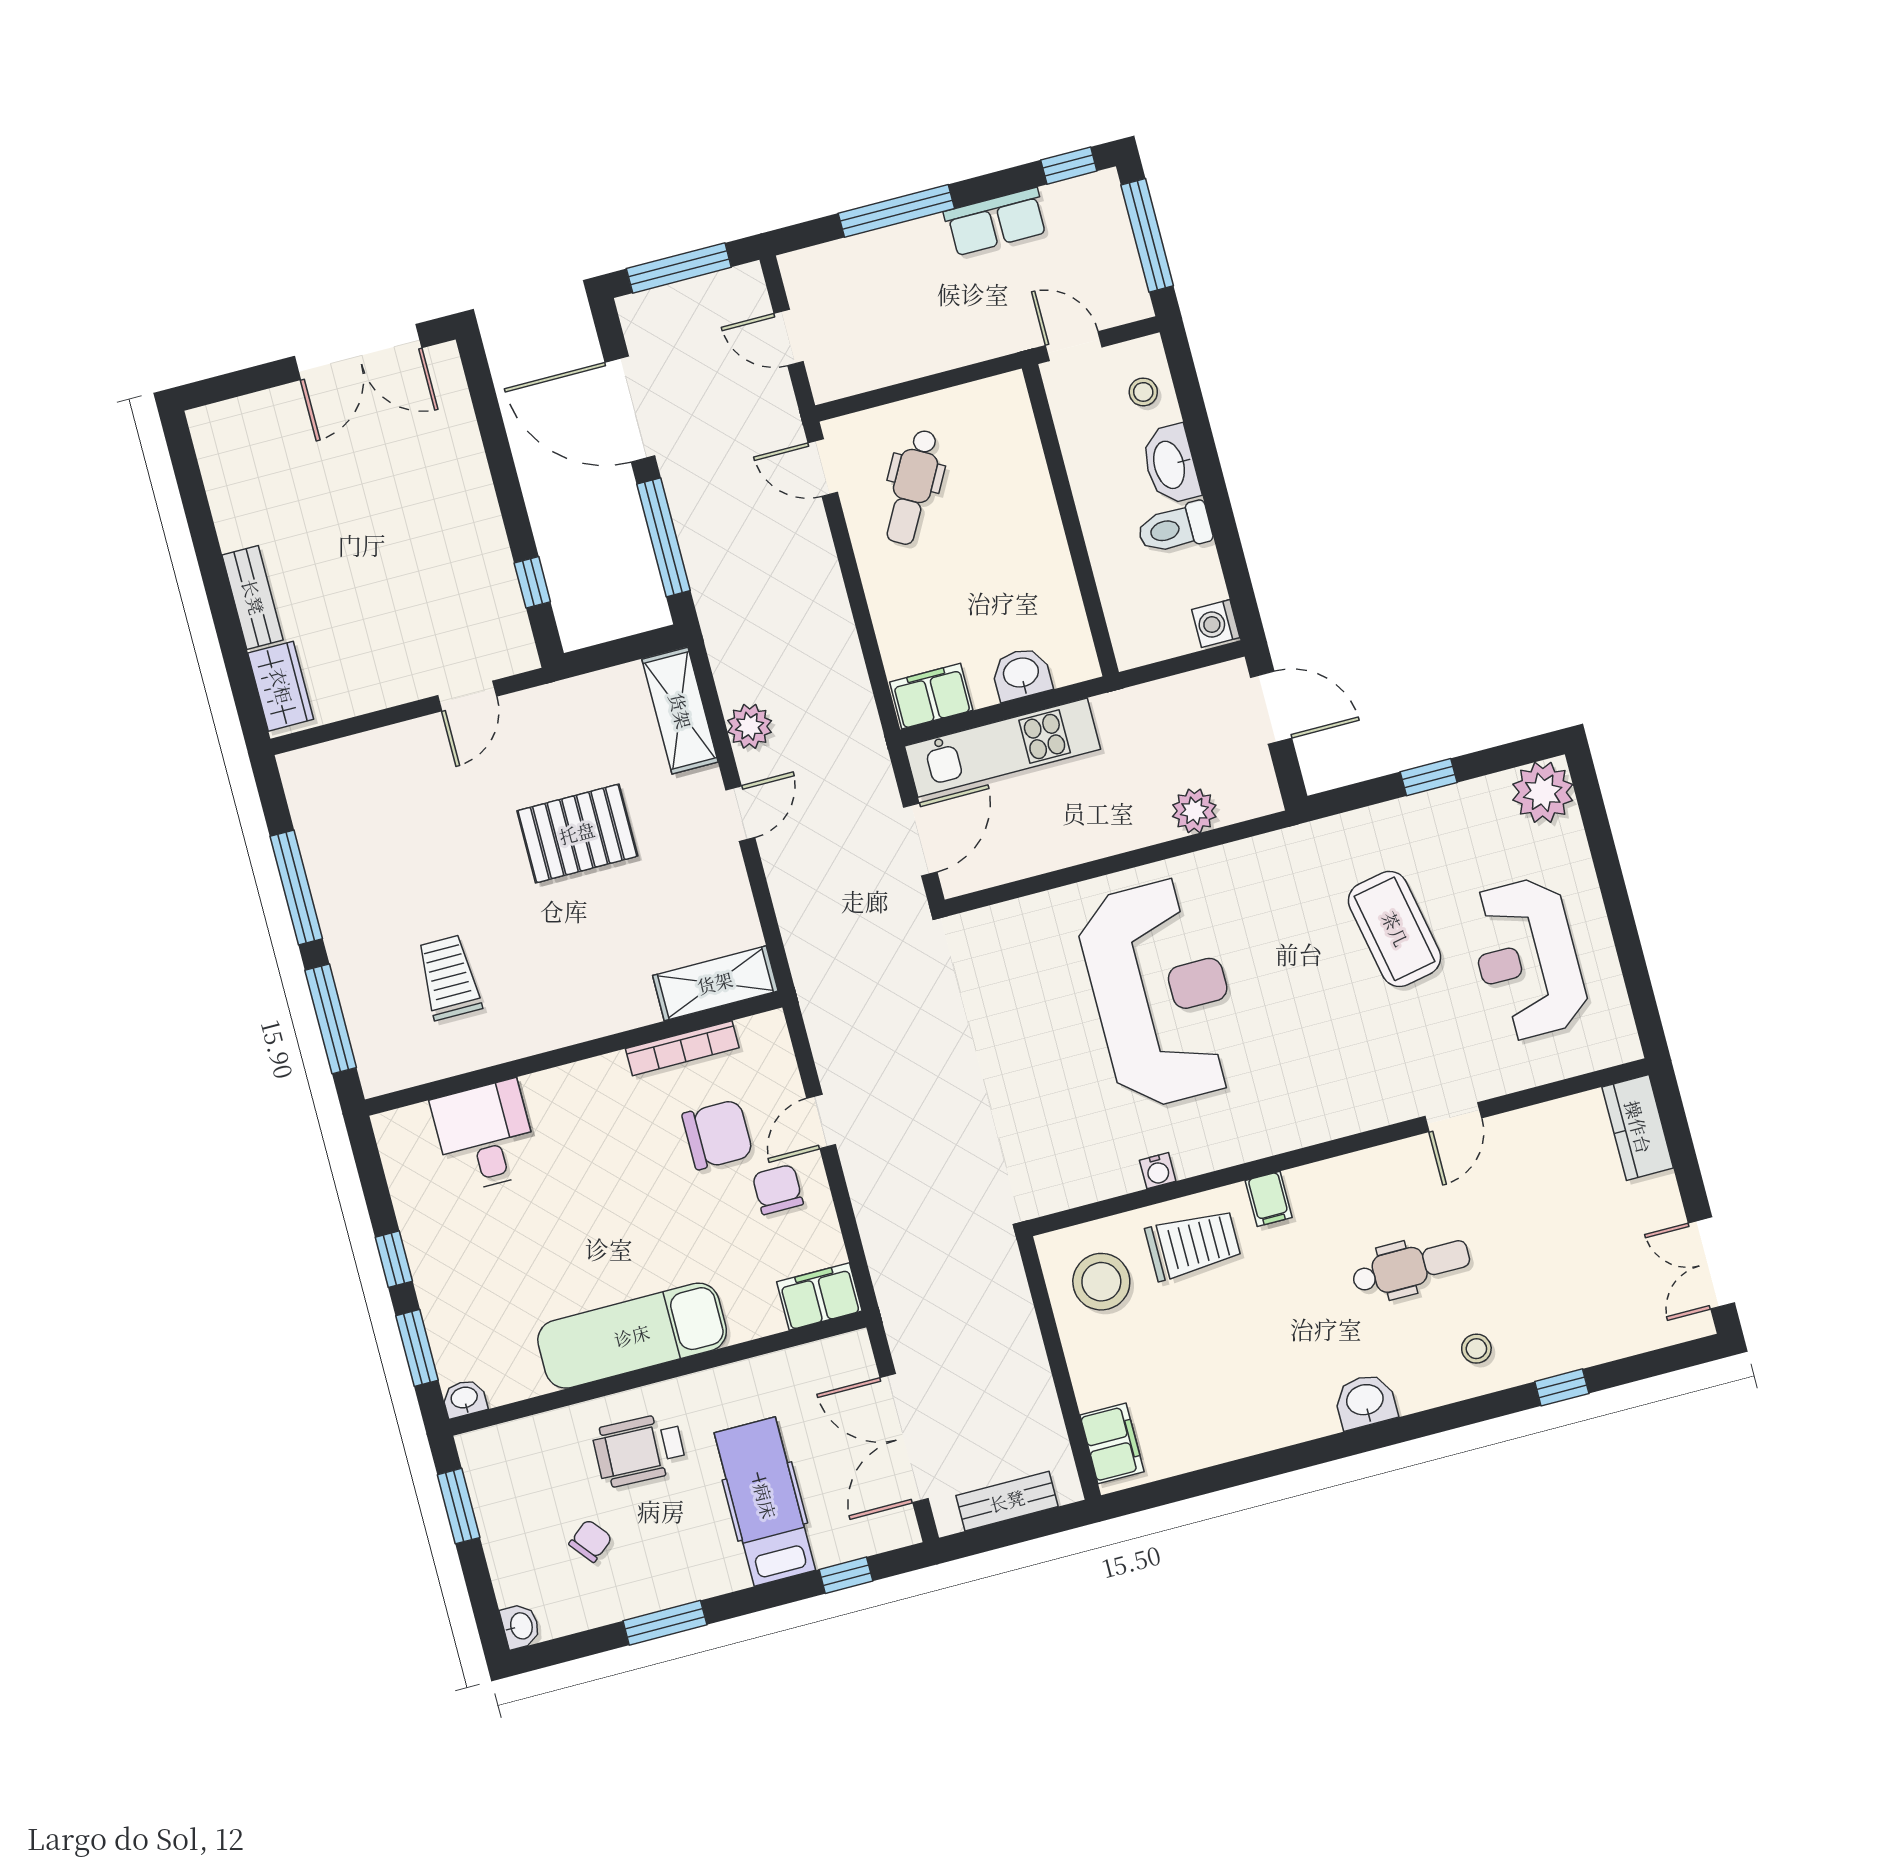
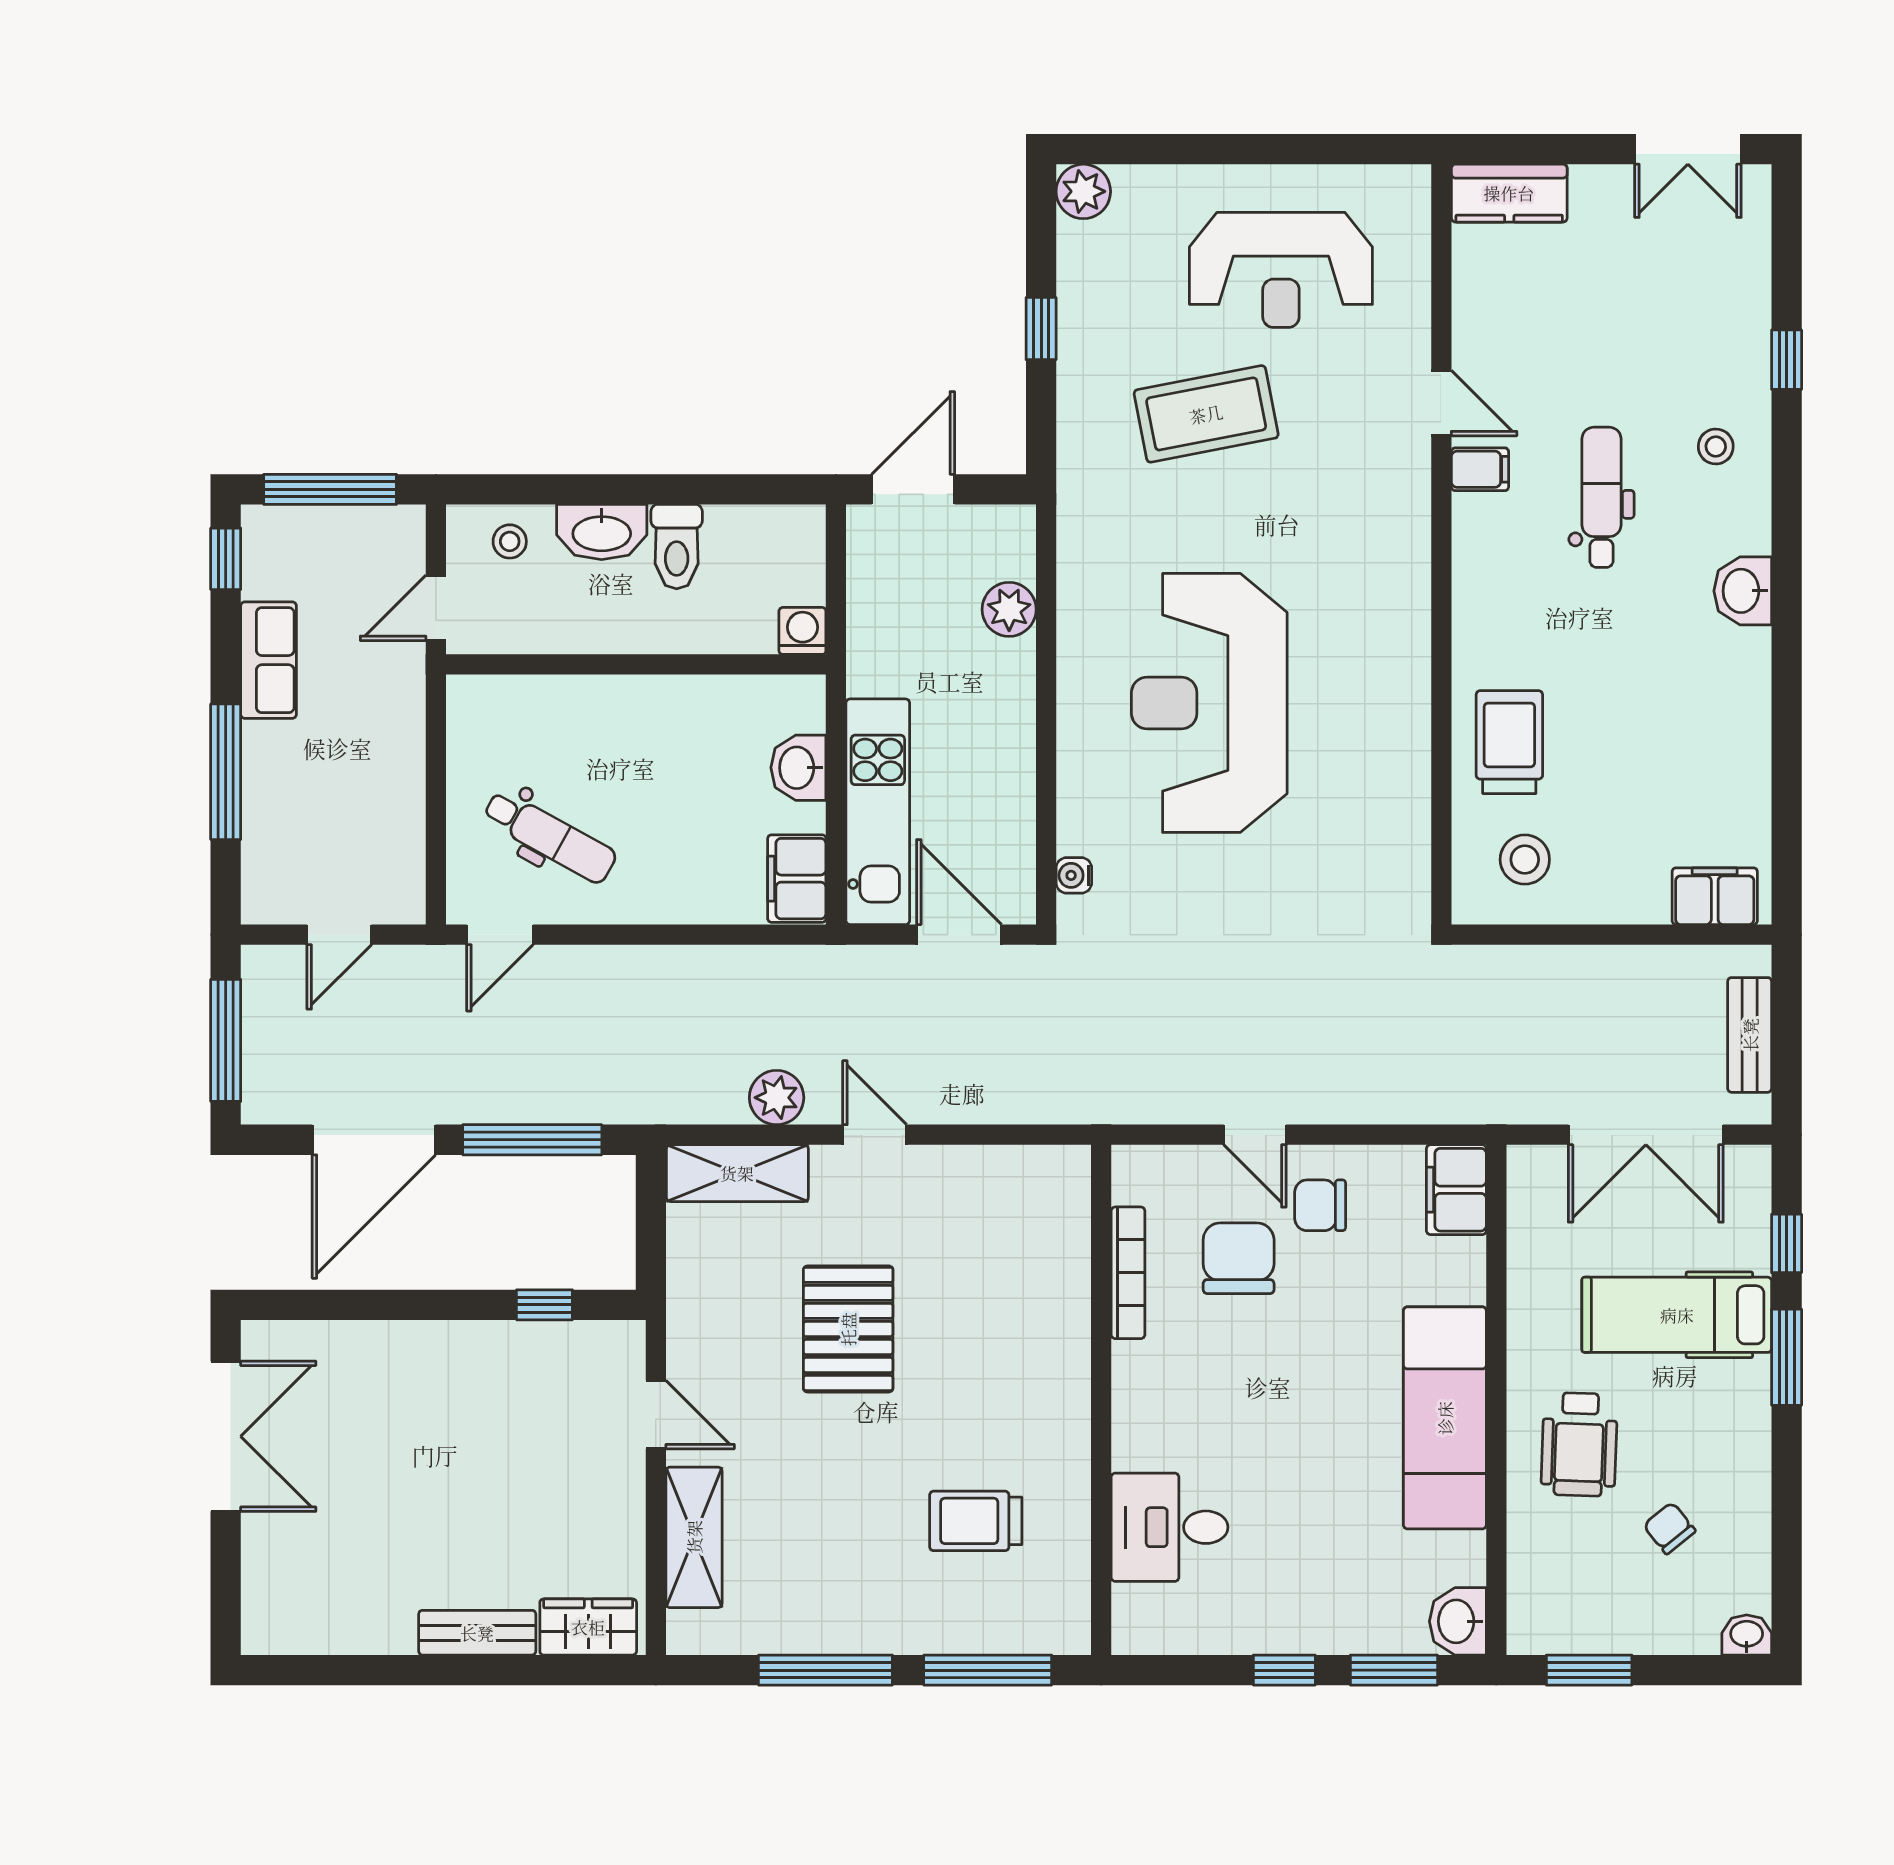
washing machine: (1216, 624) -> (802, 631), moved, turned 180
plant: (1543, 792) -> (1083, 191), width x0.73, depth x0.73
shelving: (715, 983) -> (694, 1537), moved
reception desk: (1161, 993) -> (1209, 703), turned -90
water cooler: (1158, 1171) -> (1074, 875), moved, turned 180
filing cabinet: (1269, 1199) -> (1480, 469), moved
stool: (1101, 1282) -> (1525, 860), width x0.73, depth x0.73
washbasin: (464, 1398) -> (1458, 1621), width x1.38, depth x1.45
window: (665, 1623) -> (1787, 1357), moved

